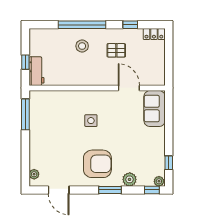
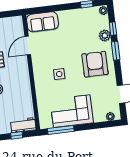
corner sofa: (46, 130) -> (72, 111), added
window: (152, 190) -> (113, 29), moved

